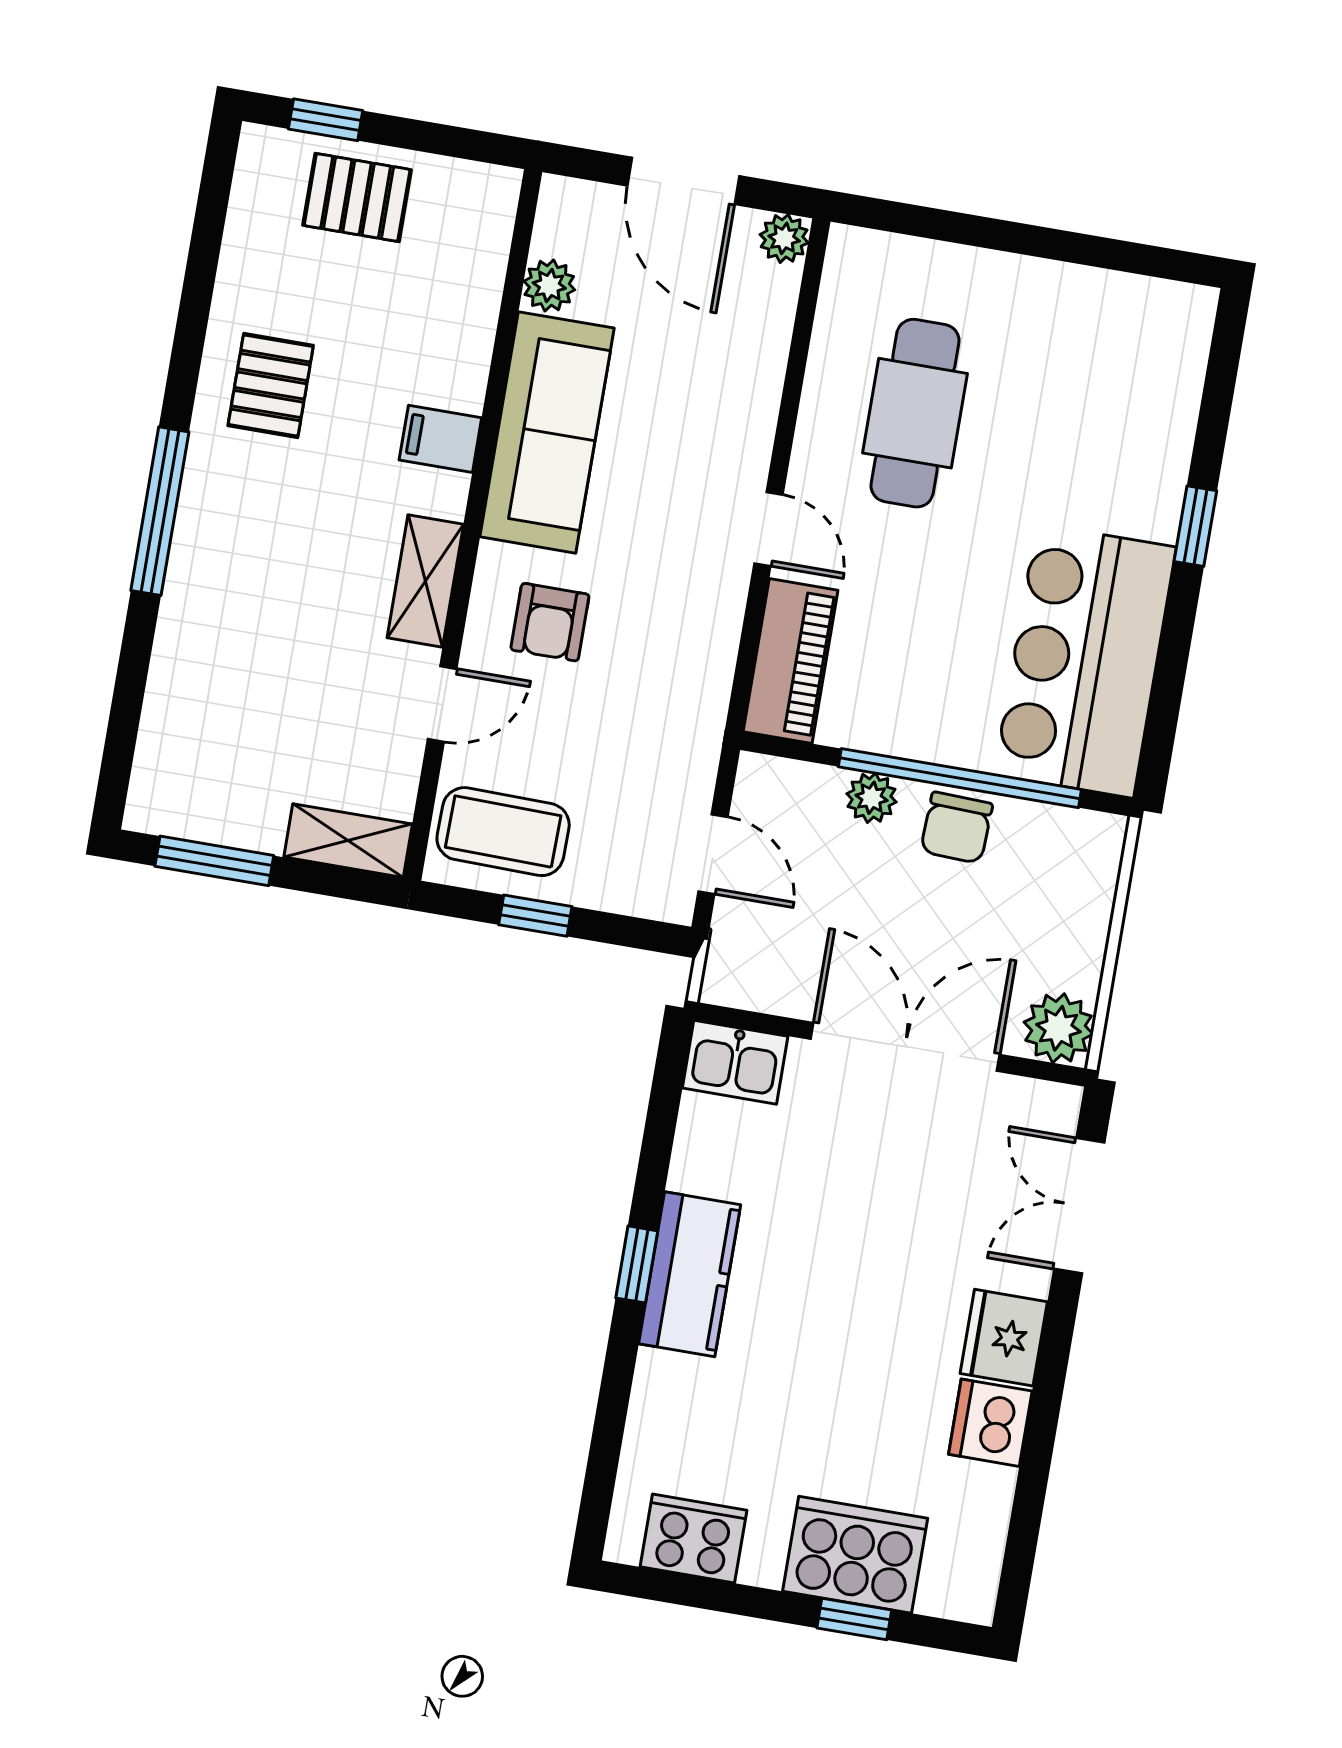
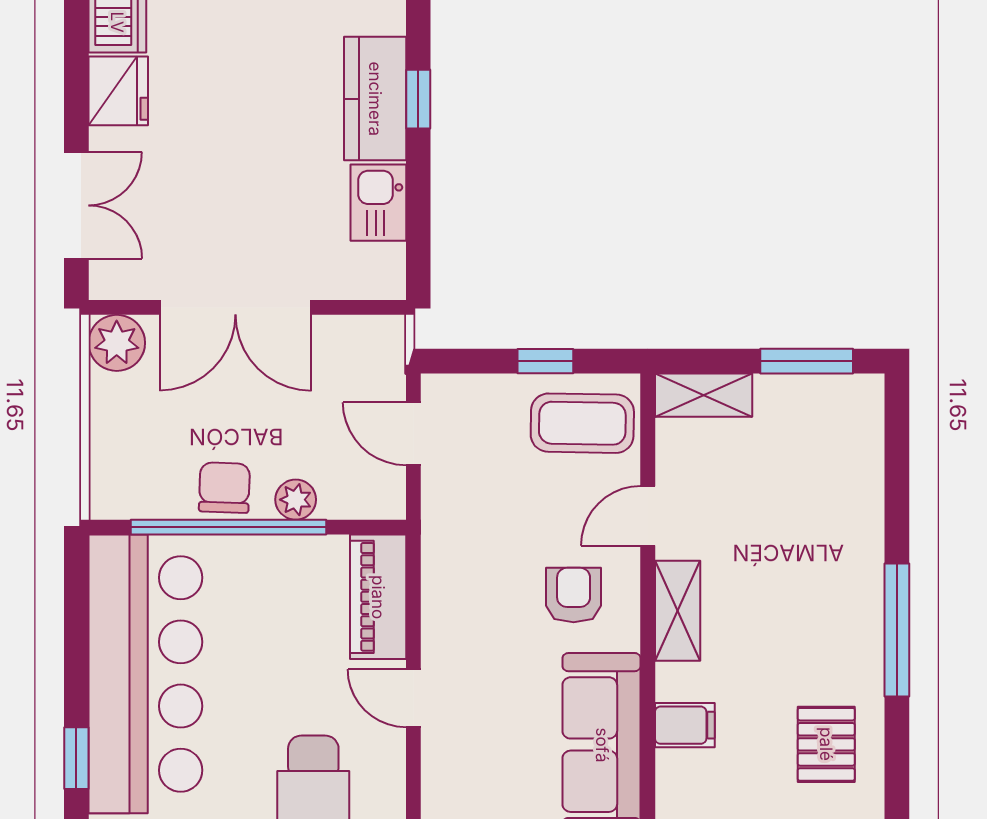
bar counter: (1085, 661) -> (145, 674), width x1.36
kitchen sink: (735, 1062) -> (378, 203), moved, turned -90

